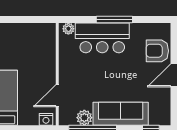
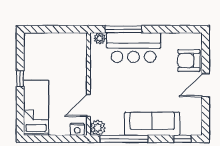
window: (114, 20) -> (123, 29), moved
plant: (84, 118) -> (98, 128), moved

